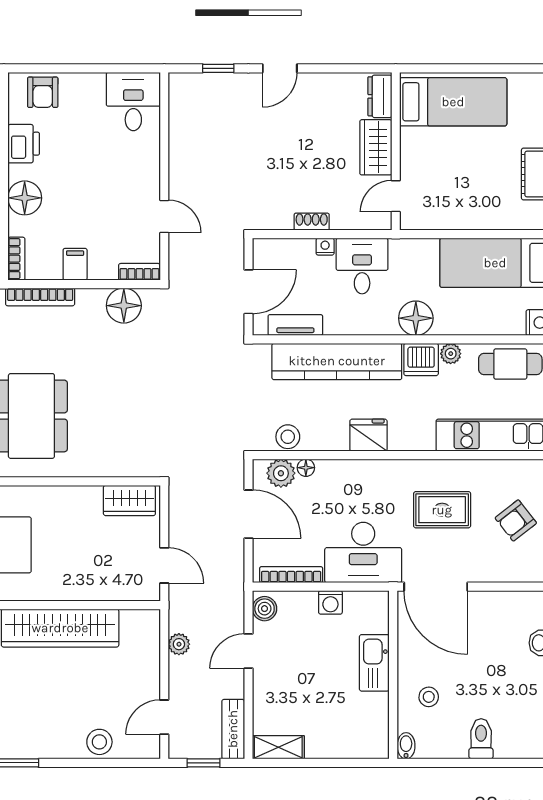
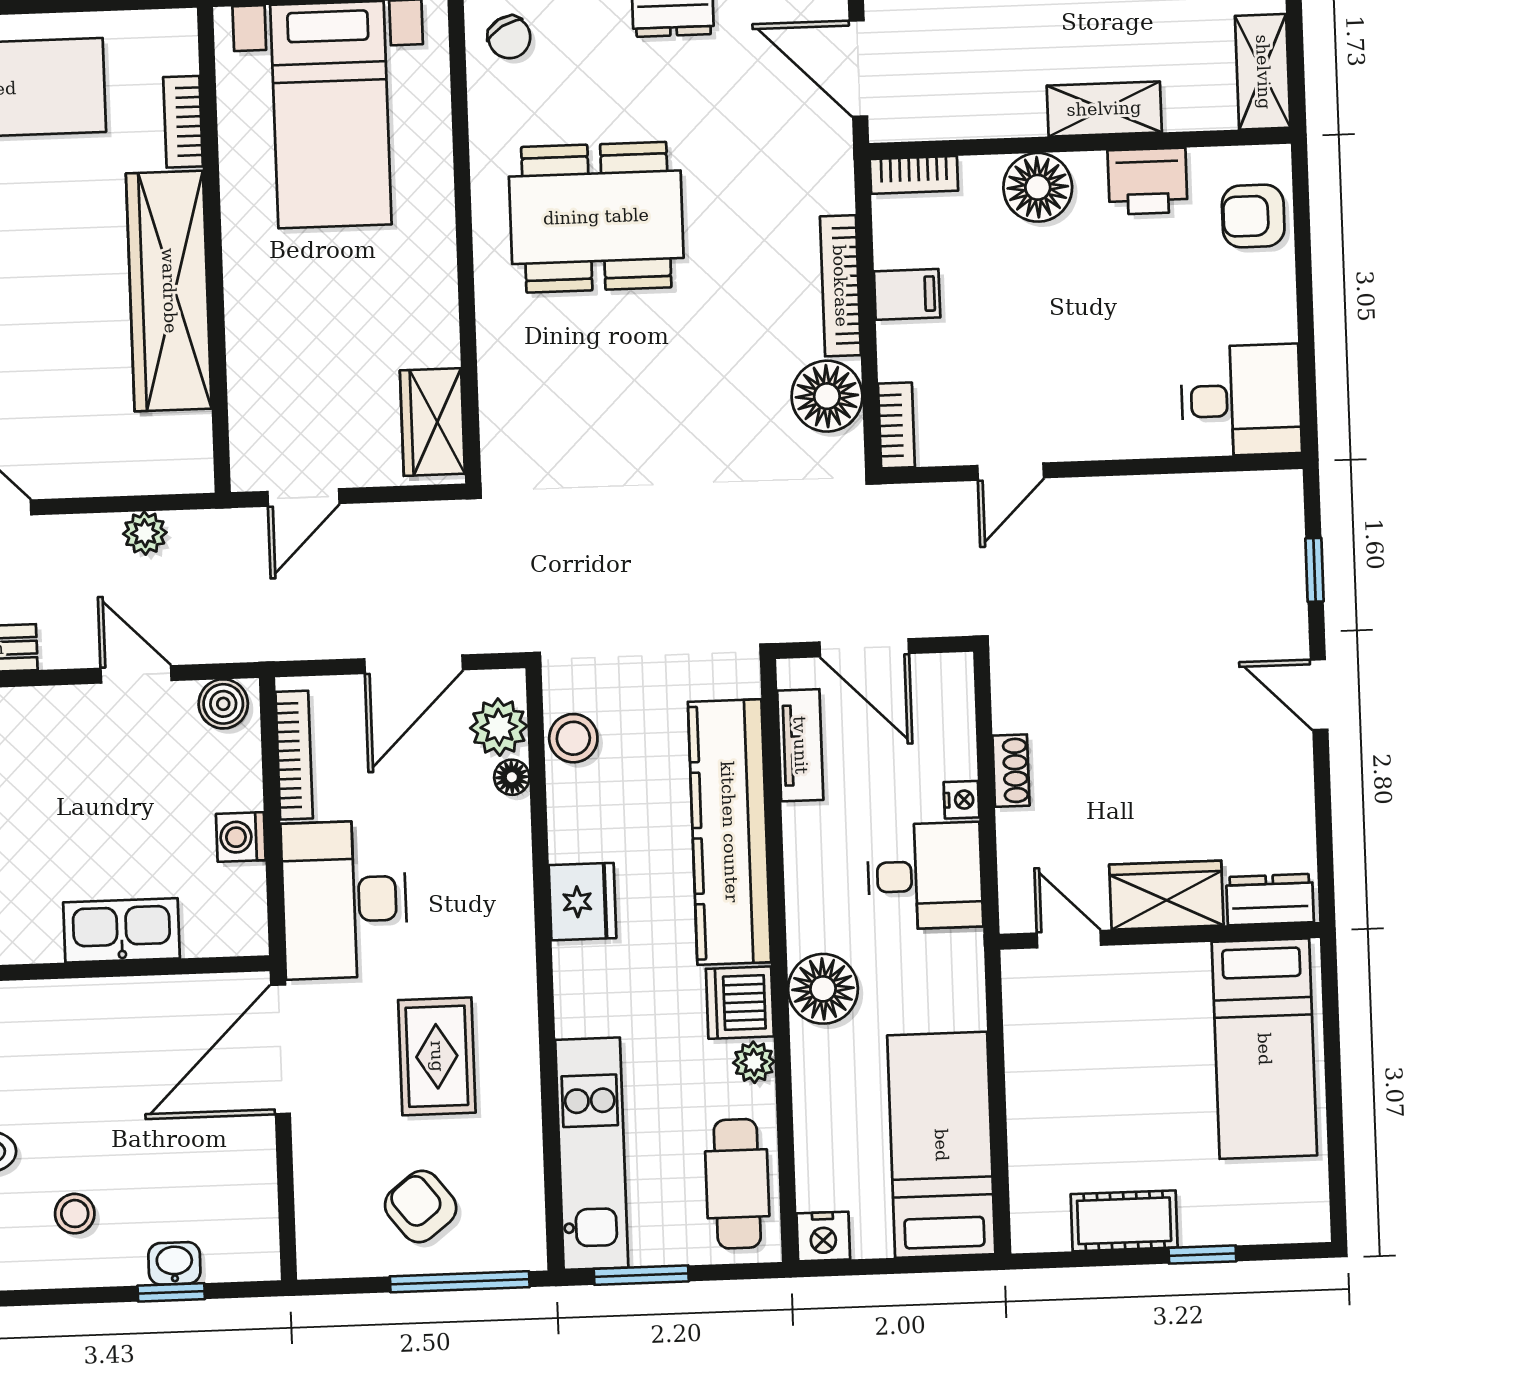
bookcase: (40, 297) -> (840, 286), moved
stool: (429, 697) -> (75, 1214), moved

